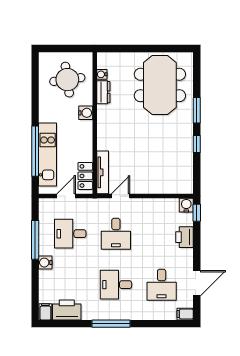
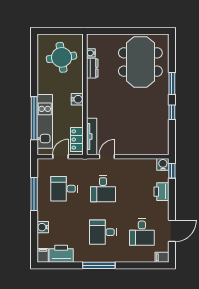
water cooler: (86, 113) -> (77, 99), moved
water cooler: (45, 263) -> (43, 227), moved

